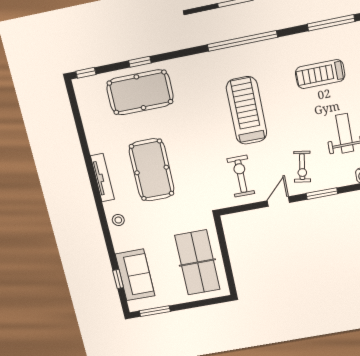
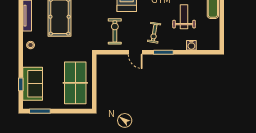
door: (278, 202) -> (135, 52), swing flipped

